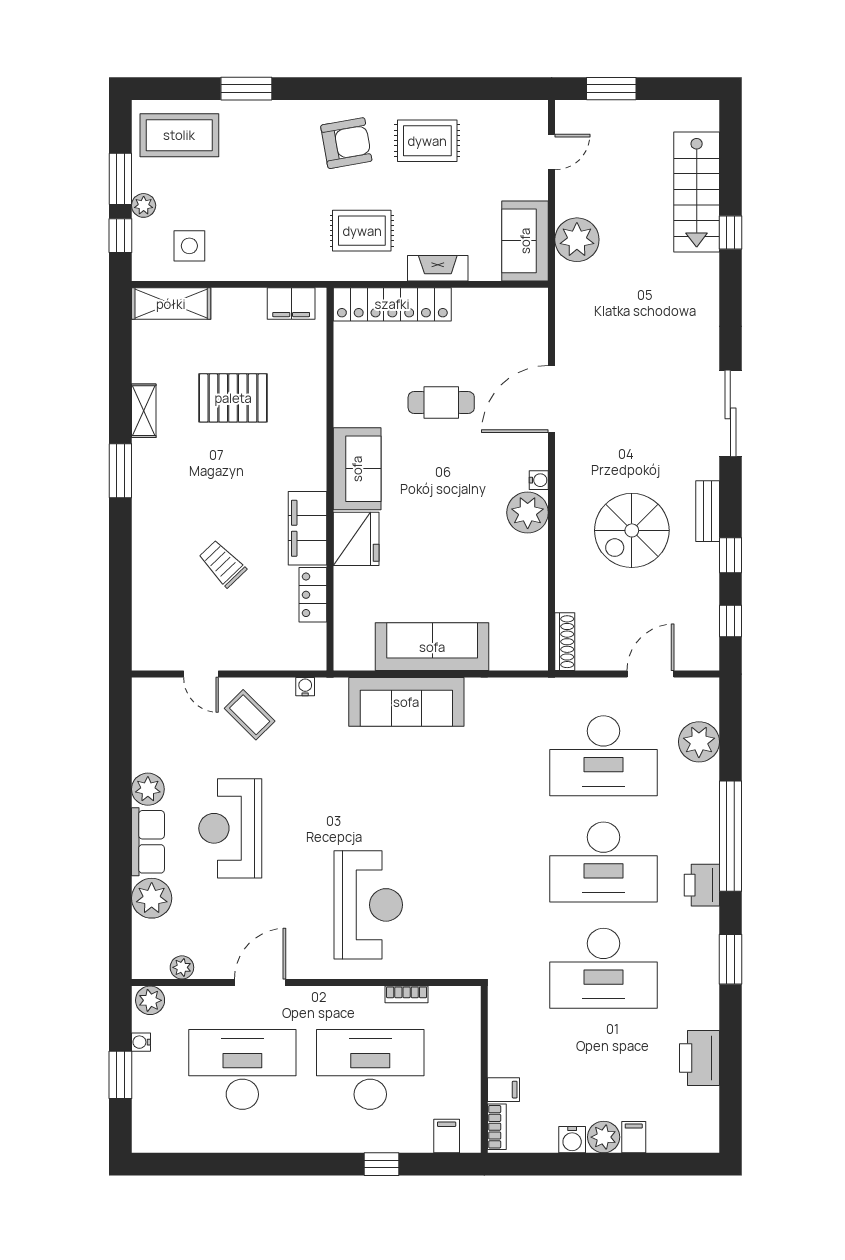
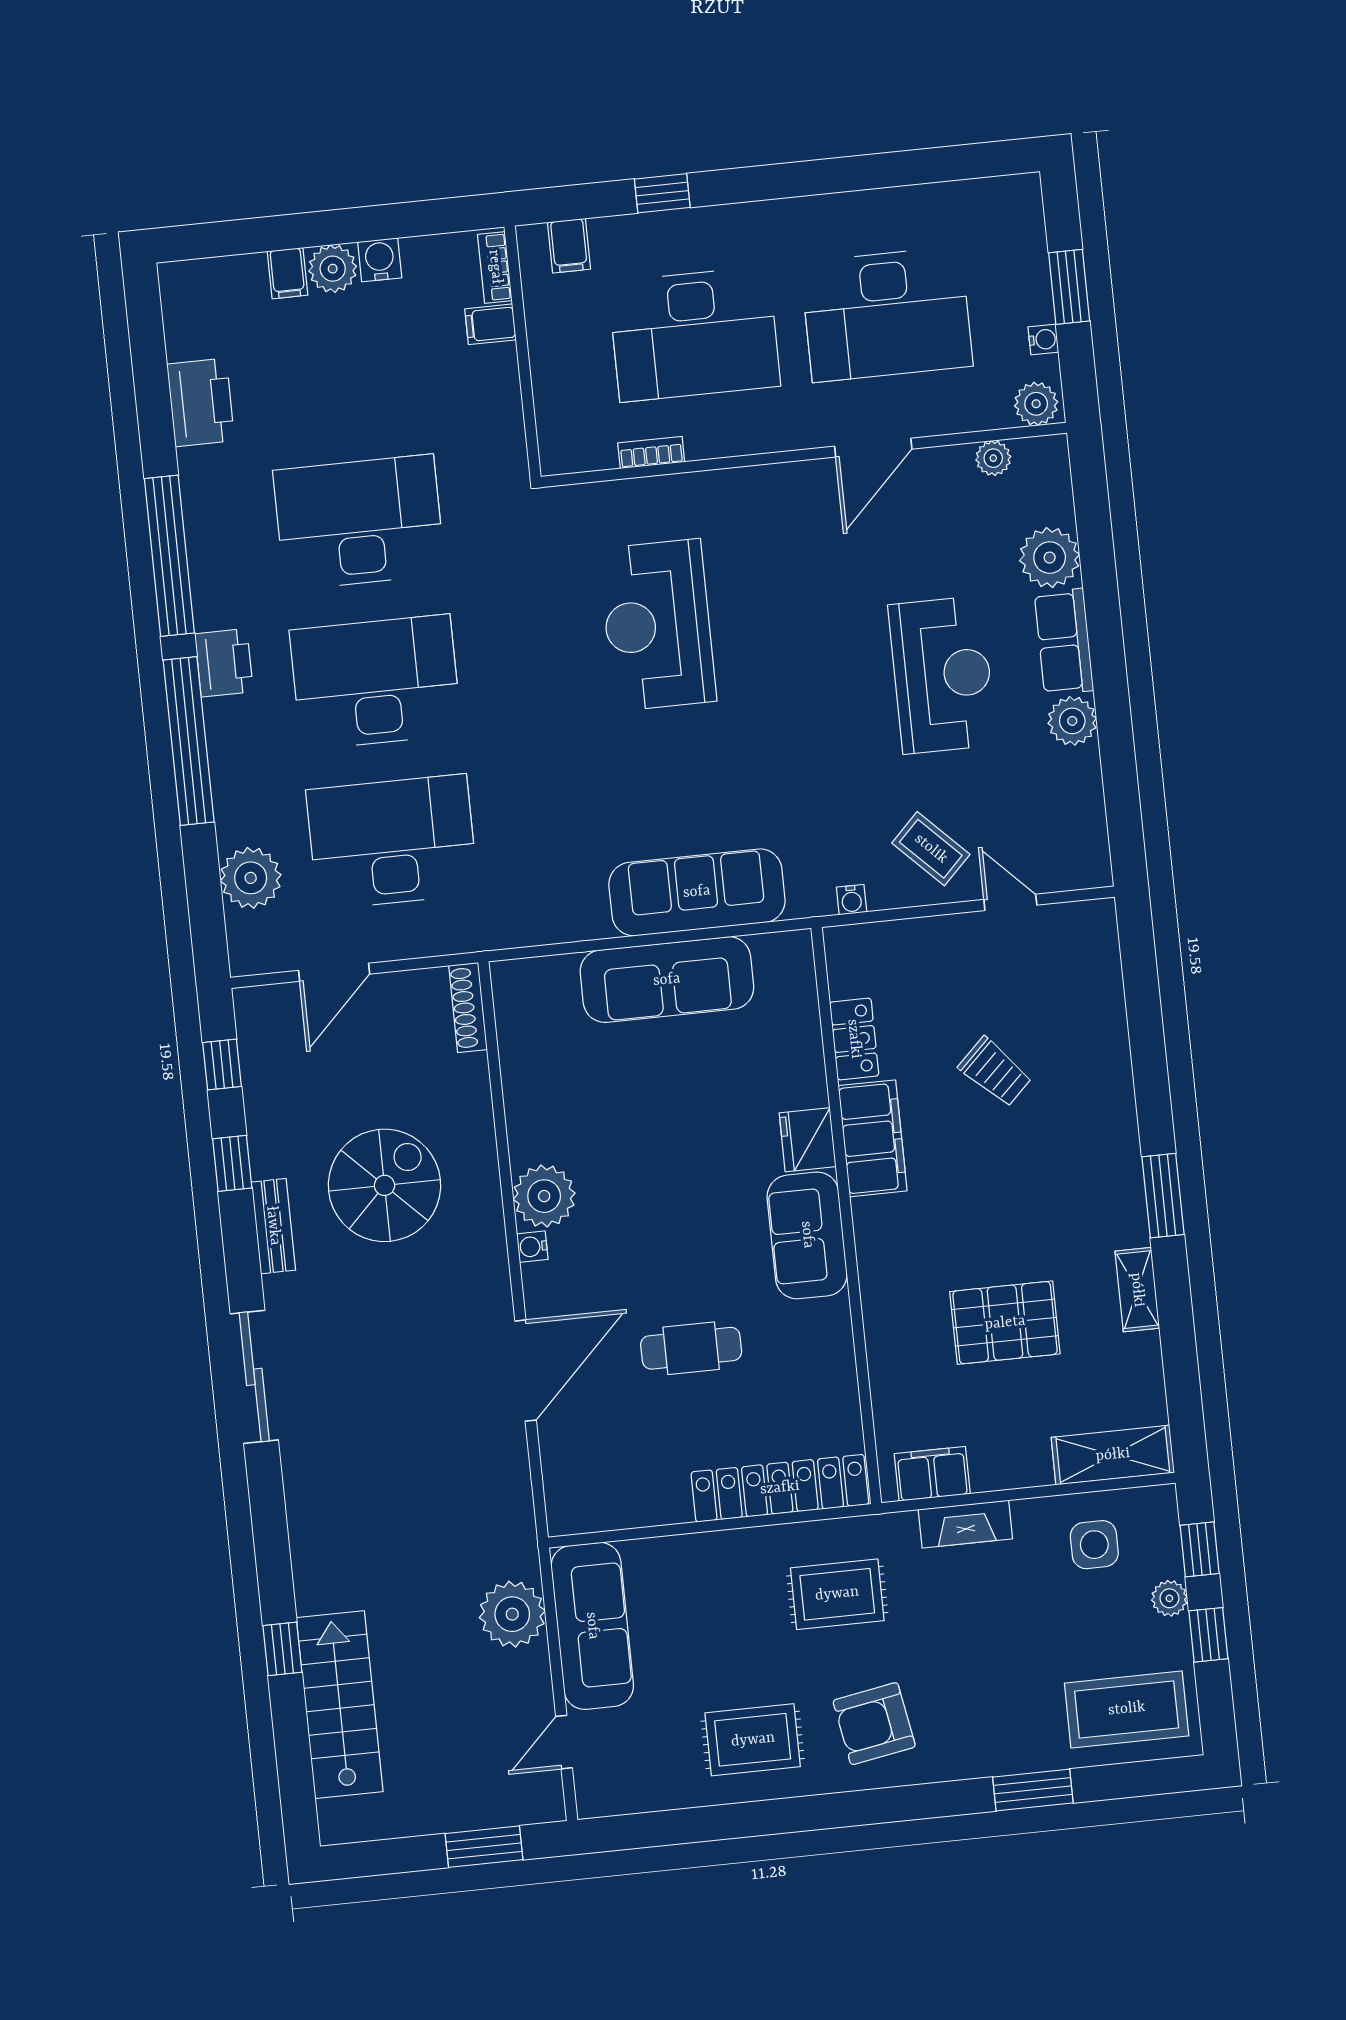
window: (120, 179) -> (1208, 1635), width x0.67
sofa: (525, 241) -> (592, 1626), width x1.36
fireplace: (438, 268) -> (965, 1524), moved
fridge: (356, 539) -> (808, 1140), width x0.73, depth x0.75
reception desk: (368, 905) -> (657, 625), moved
window: (730, 959) -> (169, 556), width x2.11

